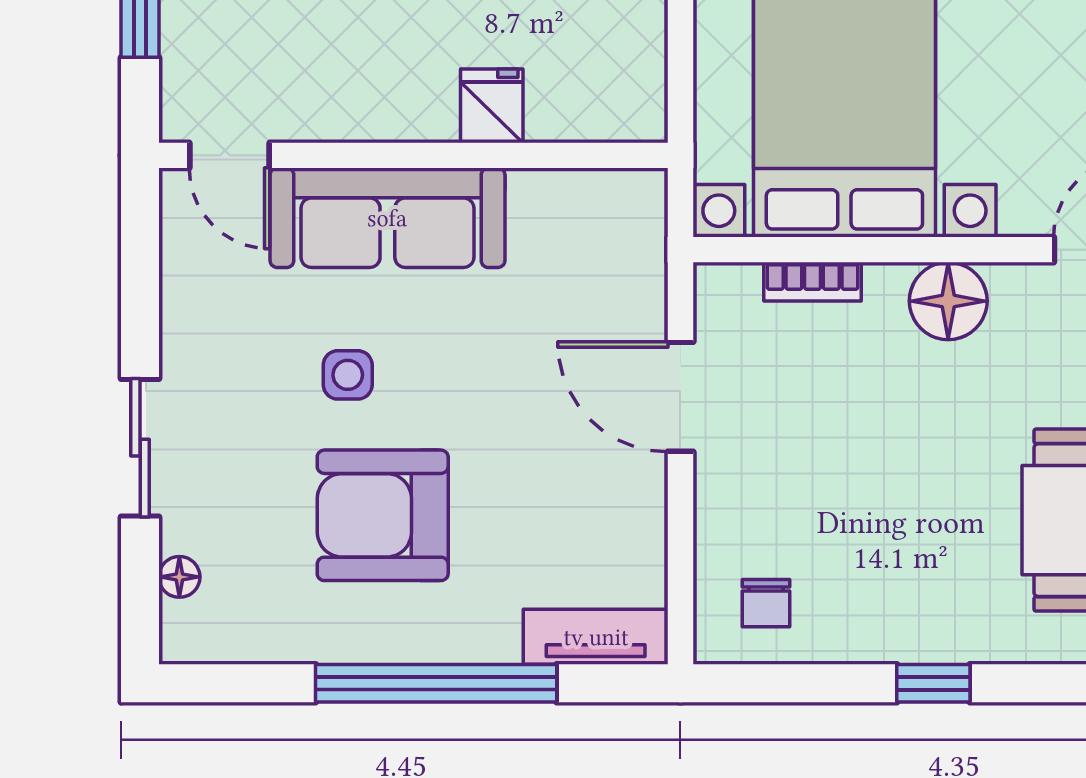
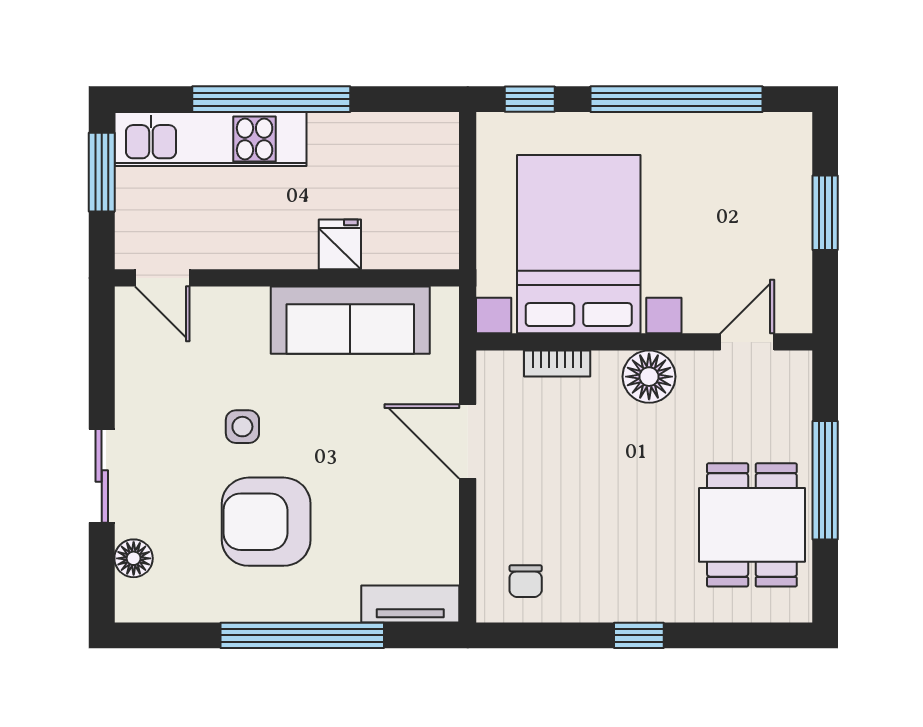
sofa: (387, 218) -> (350, 320), moved
floor lamp: (179, 577) -> (134, 558), width x1.37, depth x1.37

